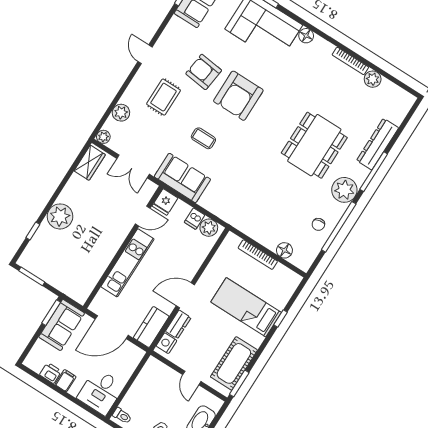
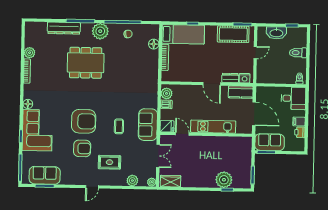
armchair: (204, 72) -> (82, 148), turned -97
plant: (60, 216) -> (224, 180), moved
bed: (246, 307) -> (183, 34), moved, turned -90

